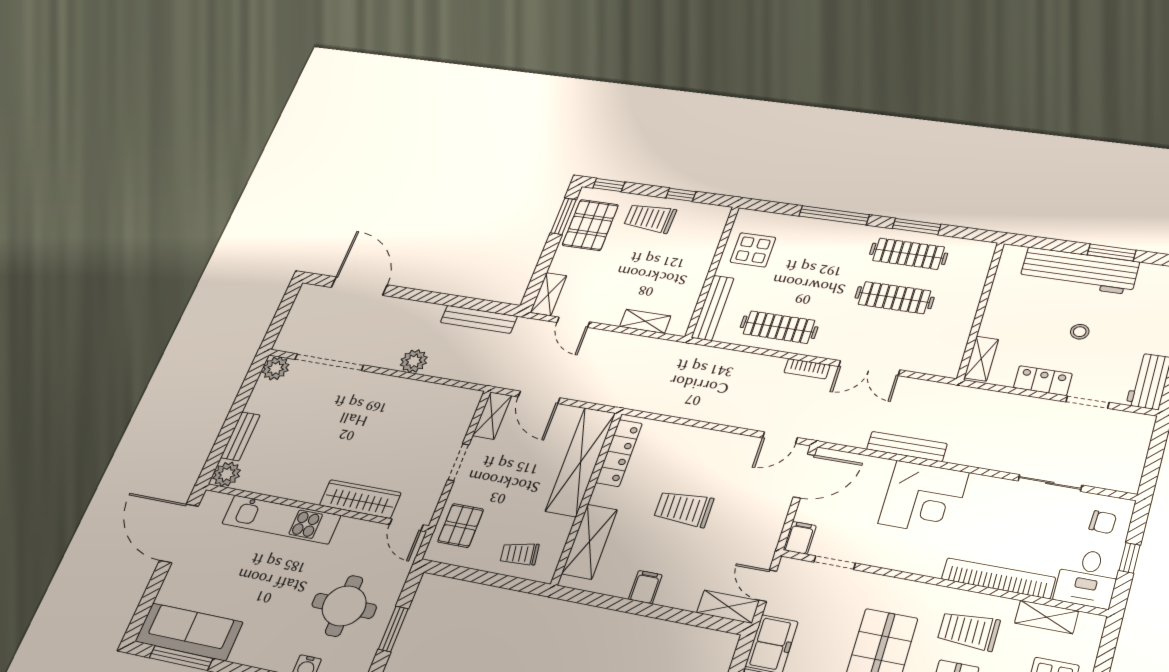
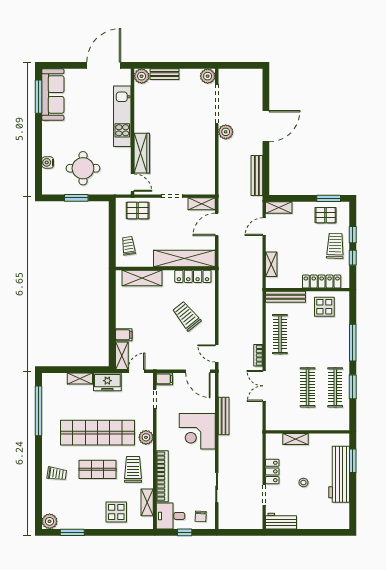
window: (609, 185) -> (353, 235), moved
pallet: (590, 225) -> (326, 215), width x0.67, depth x0.71
locker: (706, 247) -> (322, 281), added
window: (1112, 253) -> (353, 461), moved
door: (359, 286) -> (266, 126), moved
shelving: (981, 359) -> (296, 439), moved
plant: (414, 361) -> (226, 132), moved
trolley: (684, 509) -> (187, 316), moved, turned -39
door: (406, 525) -> (132, 183), swing flipped
filing cabinet: (645, 587) -> (124, 335), moved
plant: (908, 594) -> (146, 437), added

